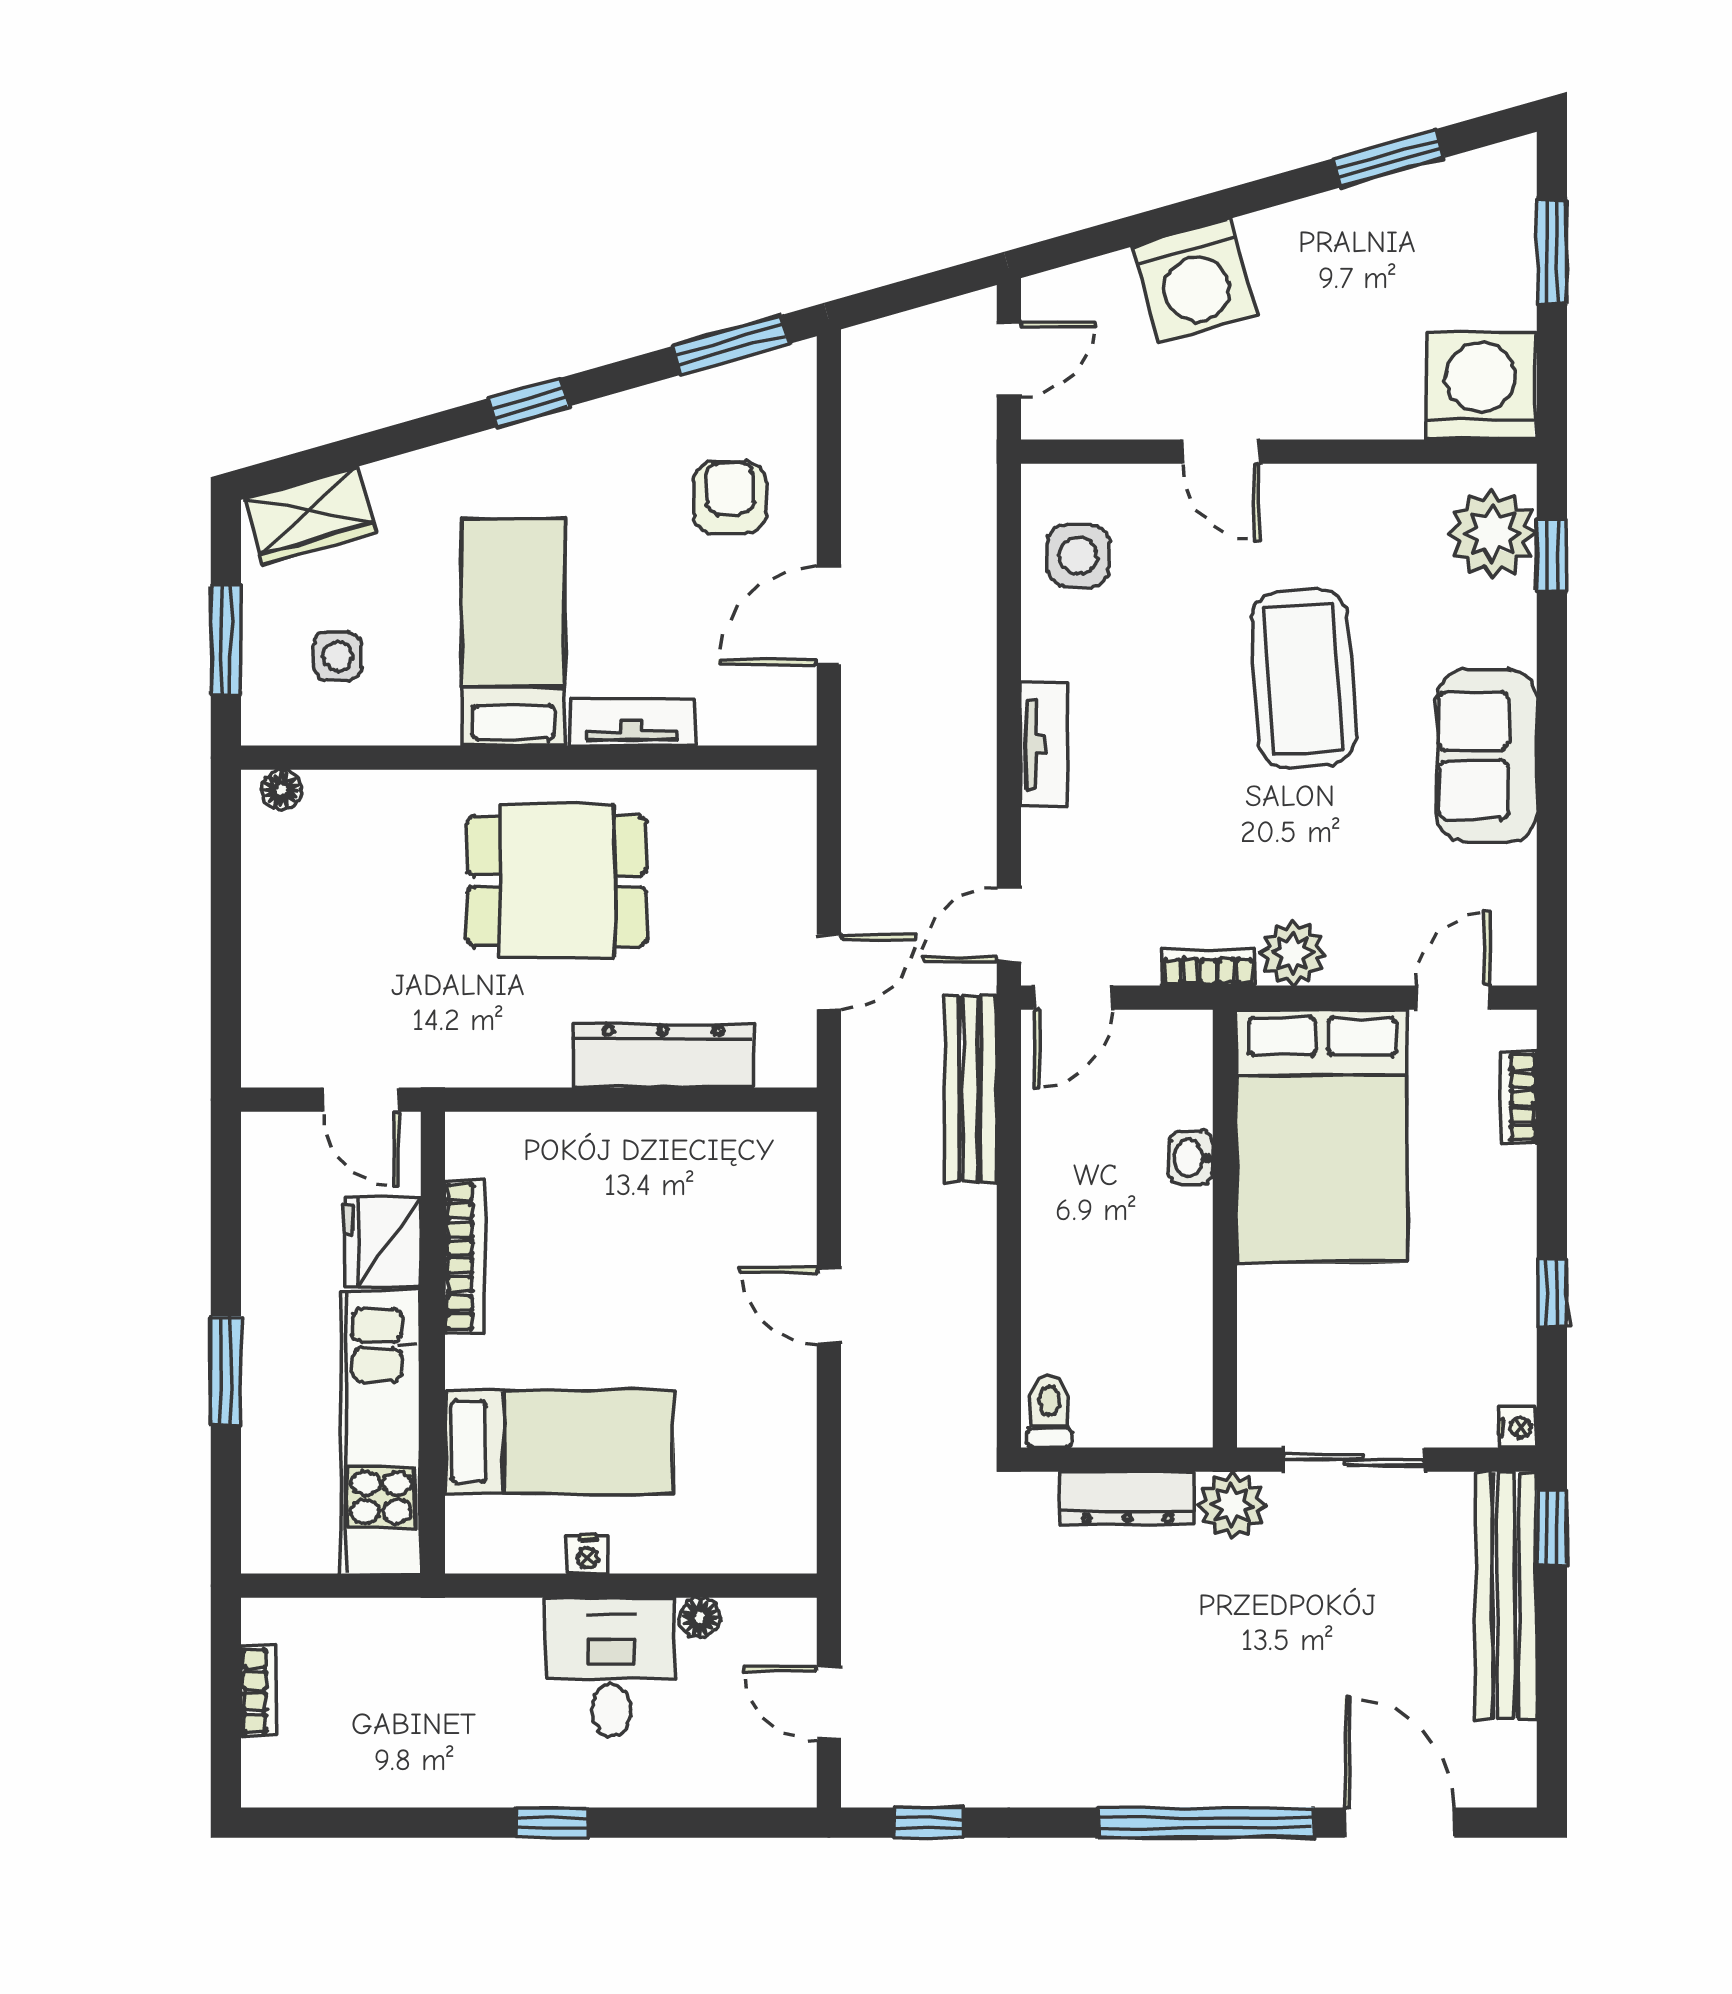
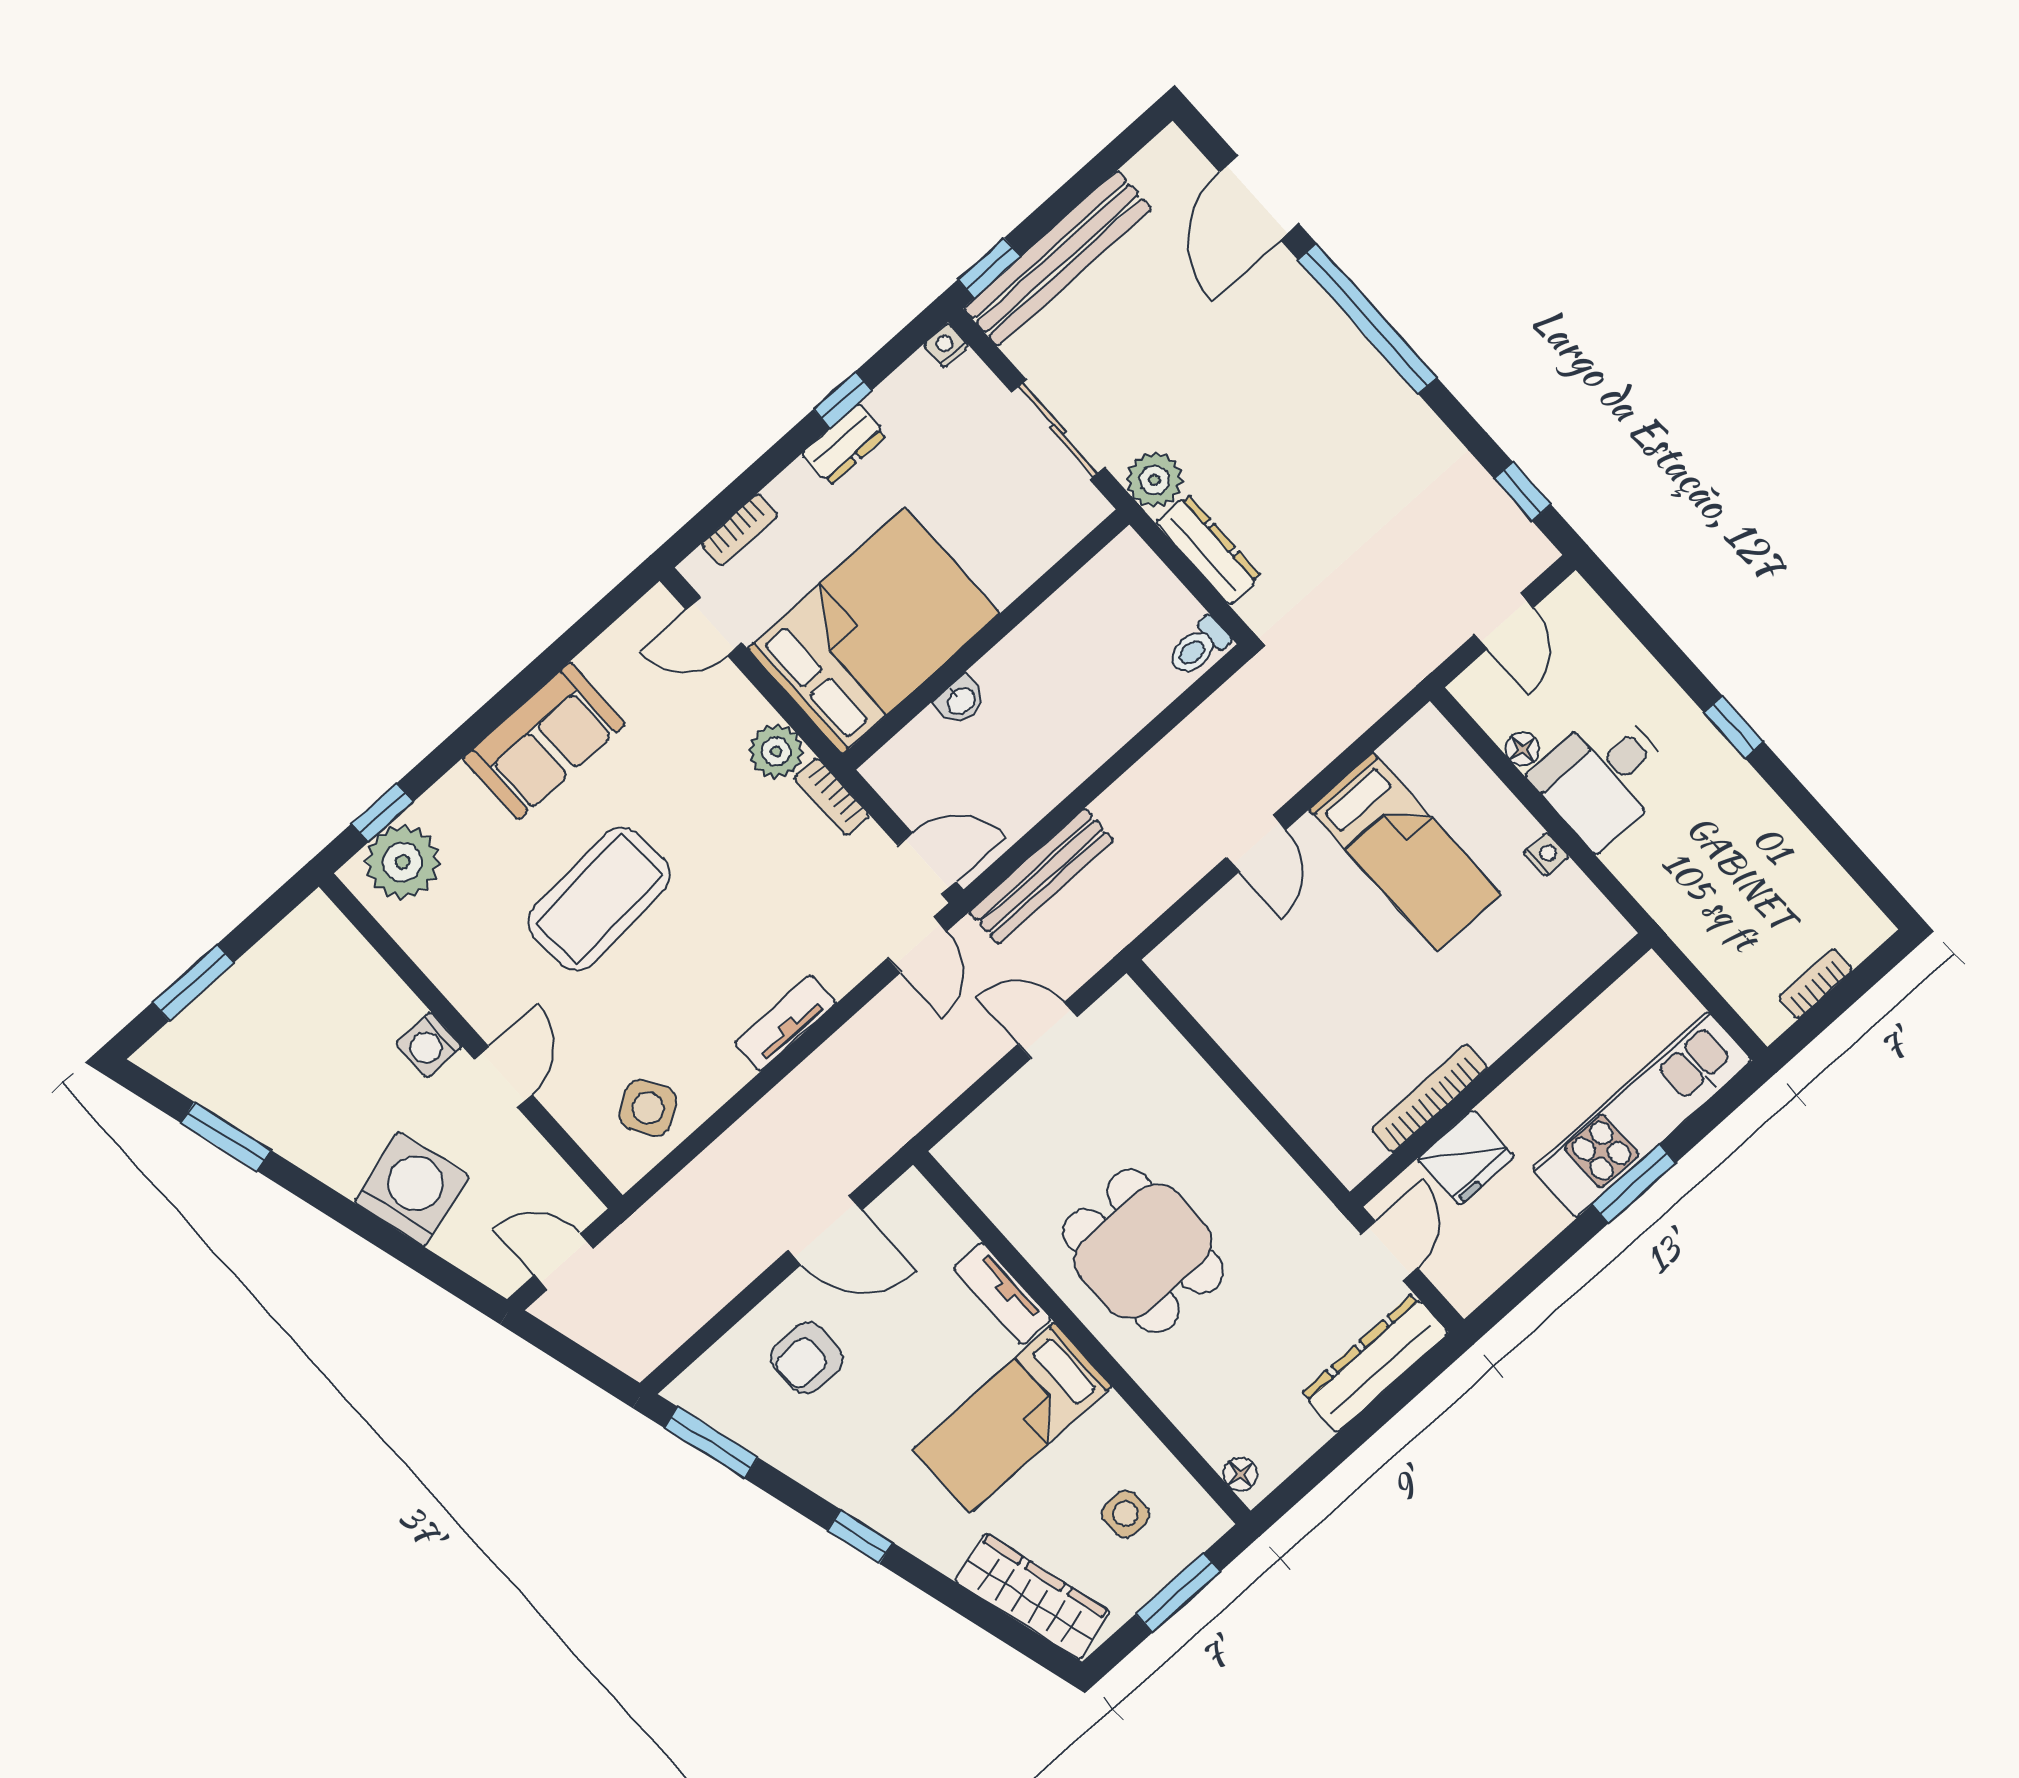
washing machine: (1480, 386) -> (429, 1045), moved, width x0.53, depth x0.53
wardrobe: (310, 516) -> (1032, 1596), width x1.50
side table: (1078, 555) -> (648, 1108), turned -32
door: (1009, 925) -> (917, 945), hinge flipped
dresser: (663, 1056) -> (1375, 1363), moved, turned 90
dresser: (1511, 1258) -> (844, 444), added
kitchen unit: (381, 1433) -> (1642, 1115), moved, turned 180
bed: (559, 1442) -> (1405, 852), moved, turned 180

